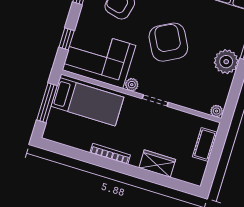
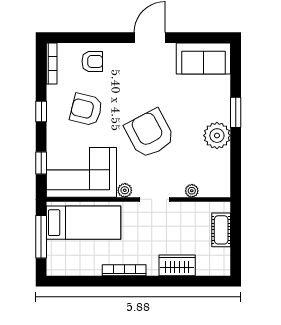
plant: (217, 111) -> (192, 191), moved

